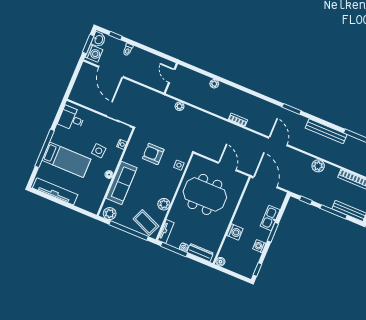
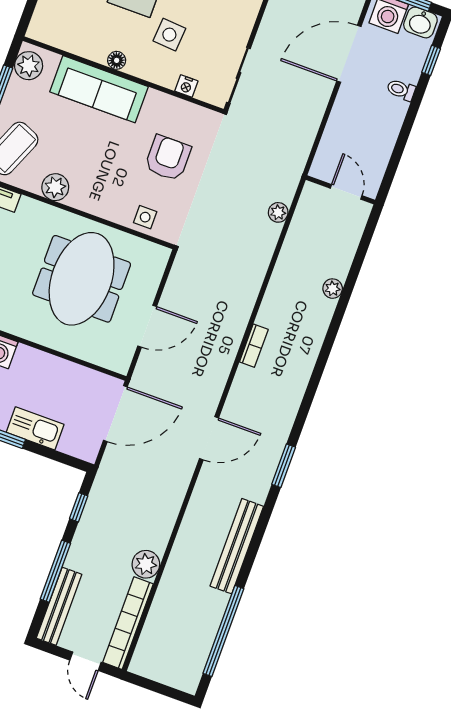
door: (172, 76) -> (346, 192), hinge flipped
plant: (318, 166) -> (146, 564), moved

